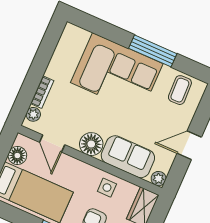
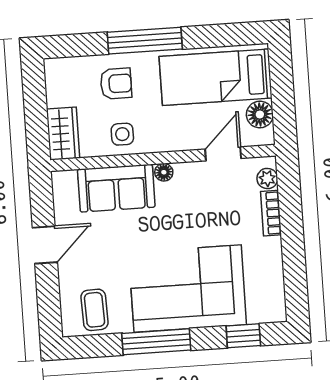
window: (98, 27) -> (243, 336), added
door: (52, 143) -> (223, 154), hinge flipped
floor lamp: (91, 144) -> (164, 172), width x0.53, depth x0.53
plant: (159, 179) -> (62, 181), removed

